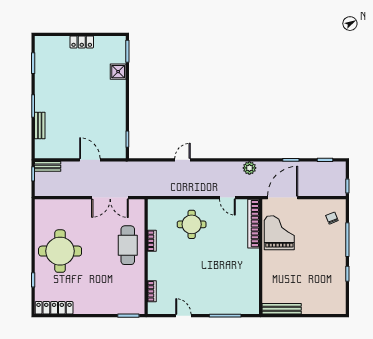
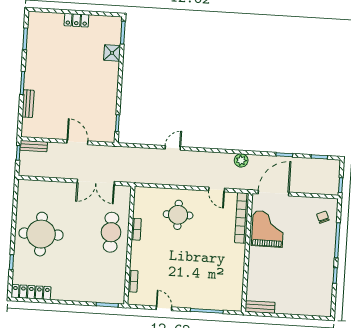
bench: (282, 309) -> (260, 307), width x0.73

